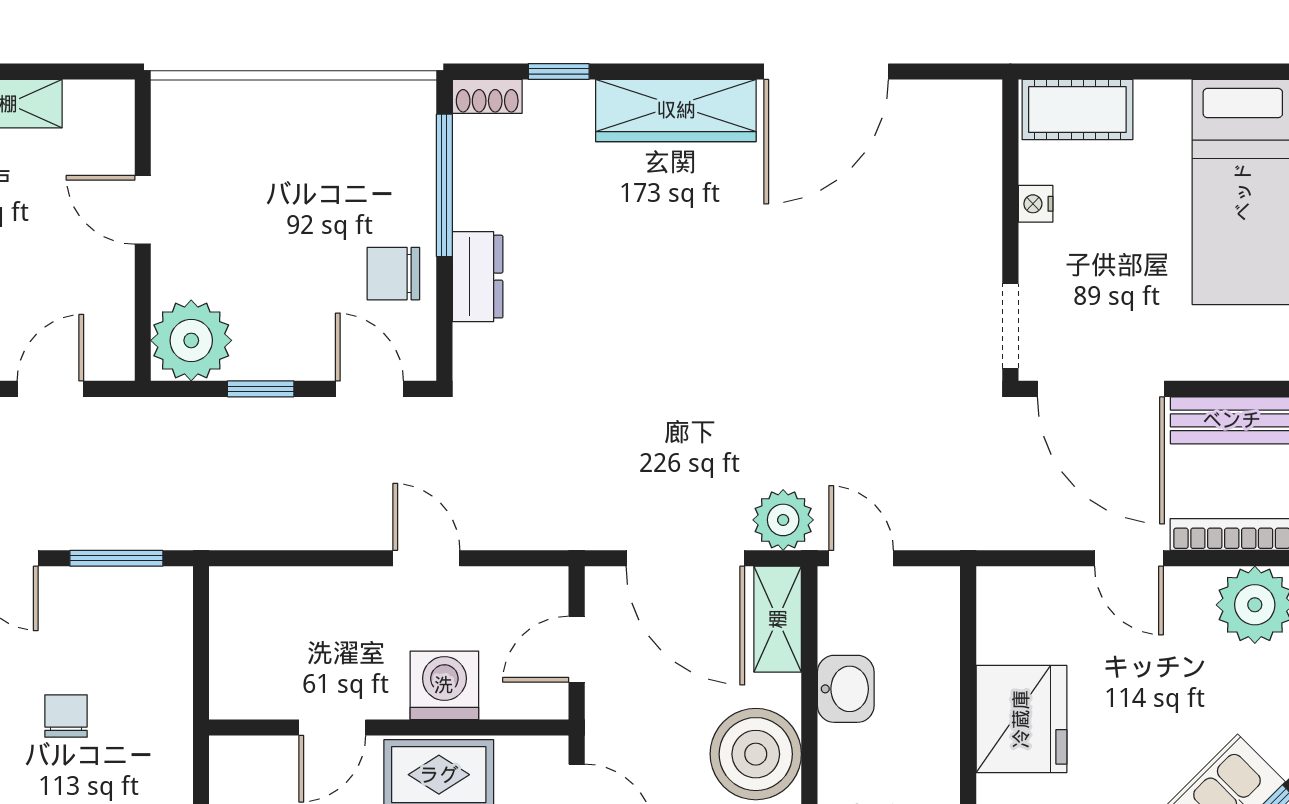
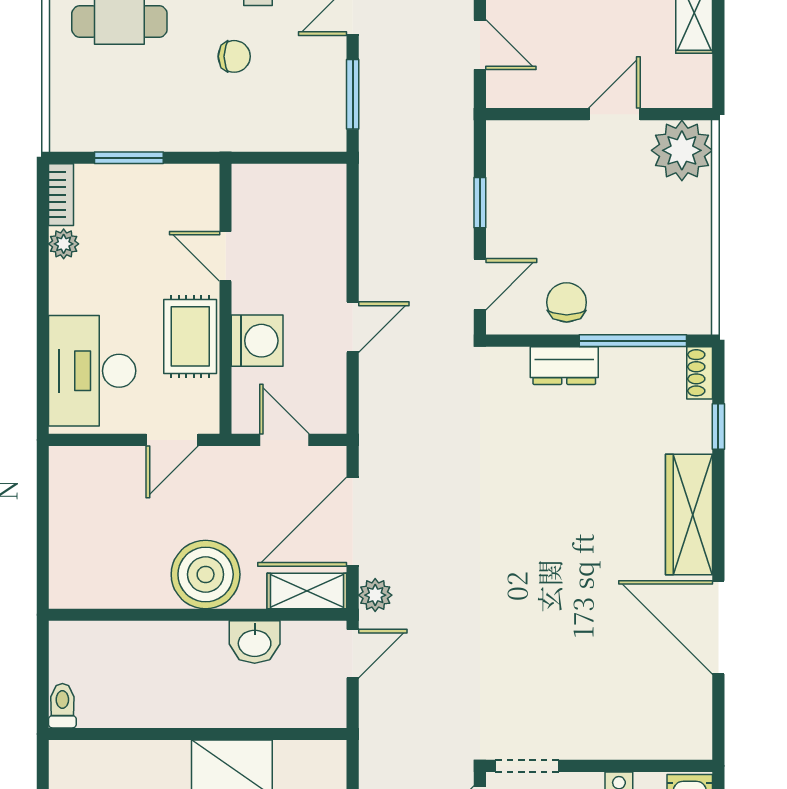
plant: (191, 340) -> (682, 150), moved
plant: (783, 520) -> (375, 595), width x0.73, depth x0.73

